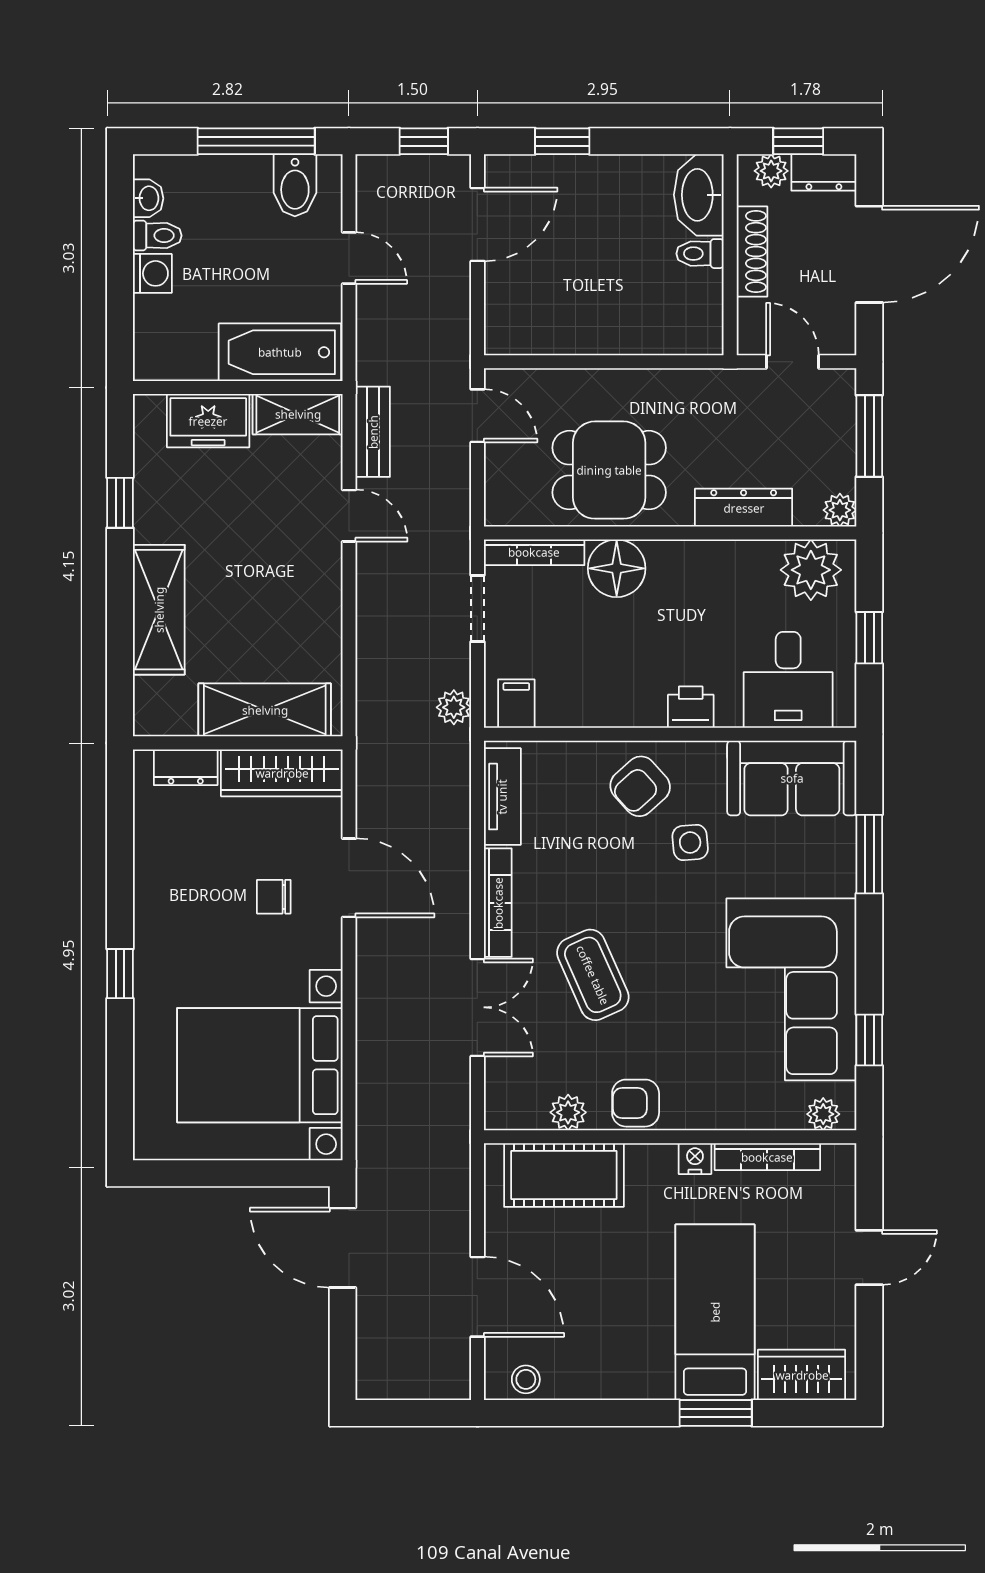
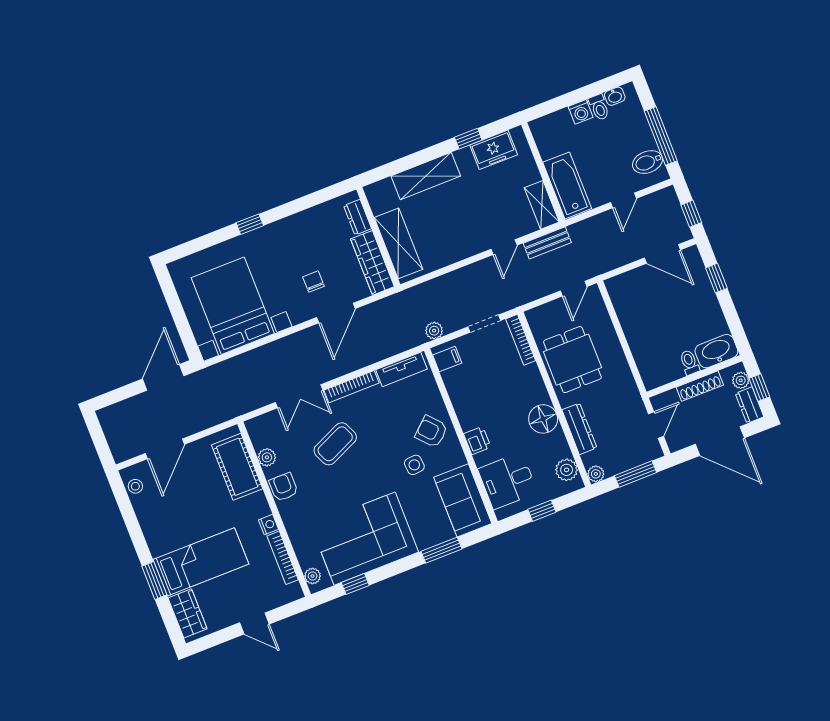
freezer: (208, 421) -> (494, 150), moved, turned -90
floor lamp: (617, 568) -> (543, 419), moved
plant: (811, 570) -> (567, 470), width x0.73, depth x0.73

